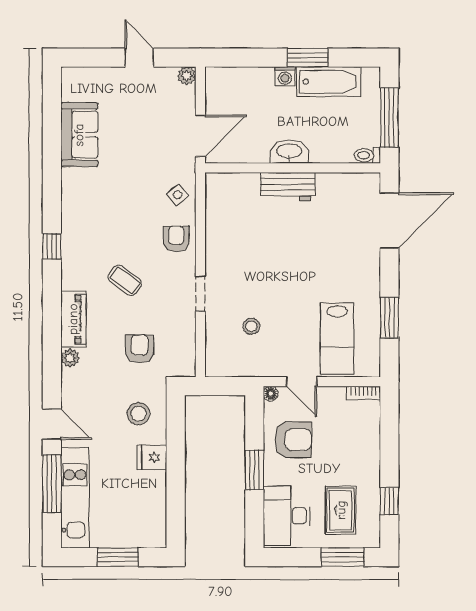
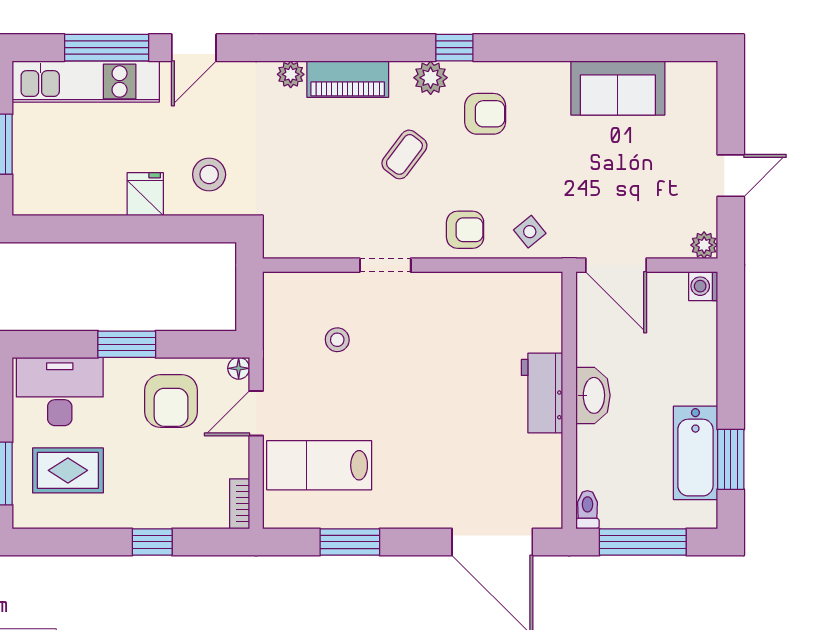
window: (308, 58) -> (731, 459), moved
washing machine: (285, 76) -> (703, 286), moved
plant: (72, 263) -> (431, 78), added
armchair: (140, 349) -> (485, 114), moved
window: (389, 501) -> (152, 542), moved

